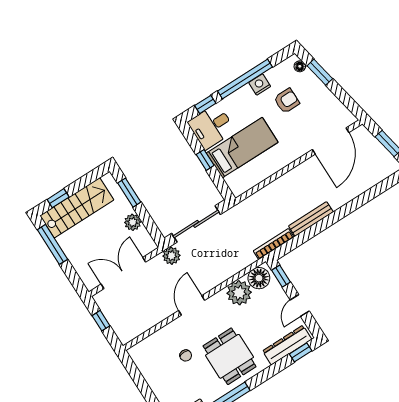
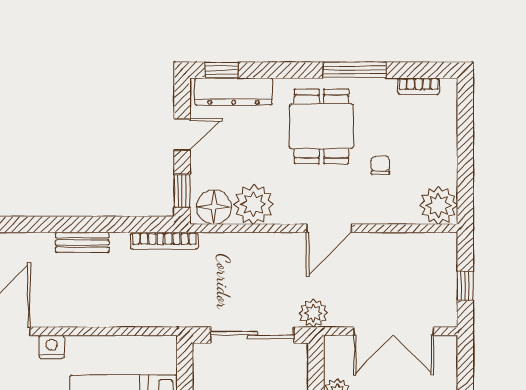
nightstand: (297, 151) -> (52, 347), added
bench: (311, 219) -> (82, 242), width x0.73
plant: (142, 354) -> (438, 205), added

